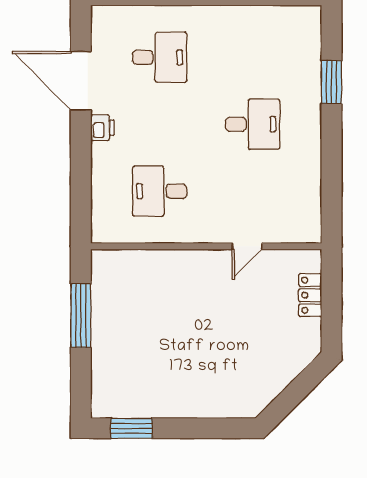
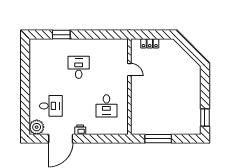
plant: (109, 23) -> (37, 127), added
desk: (160, 57) -> (51, 106), turned 90

